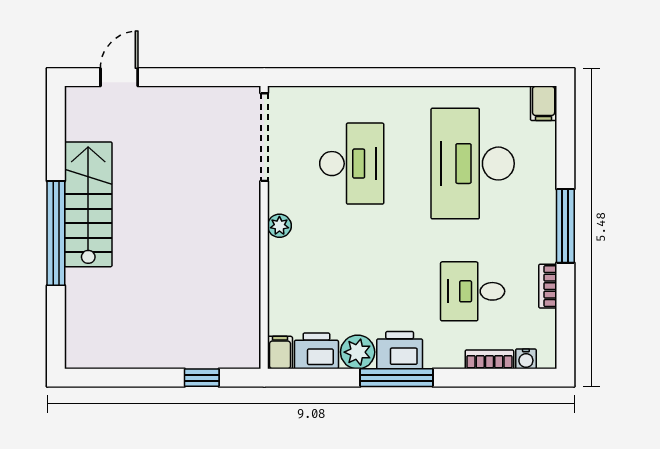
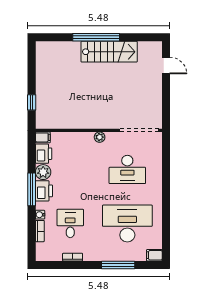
window: (565, 226) -> (118, 265), moved
water cooler: (526, 359) -> (40, 215), moved

